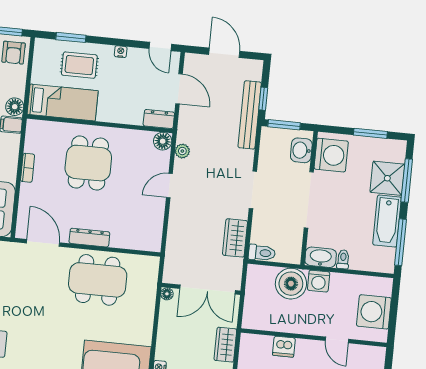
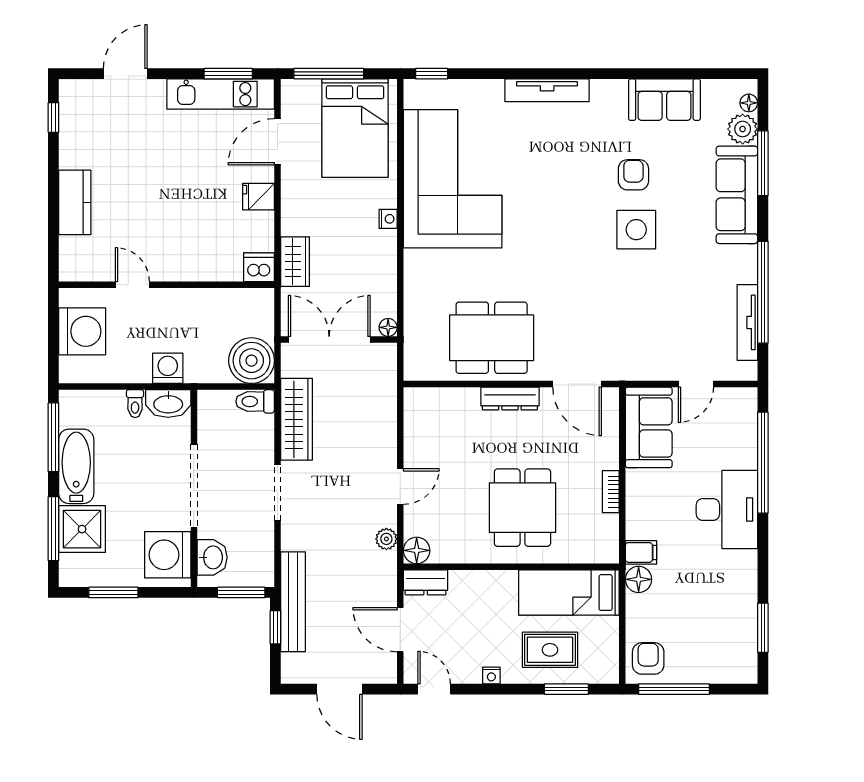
wardrobe: (235, 238) -> (296, 419), width x1.50
boiler: (291, 284) -> (252, 361), moved
dishwasher: (284, 347) -> (259, 267), moved

